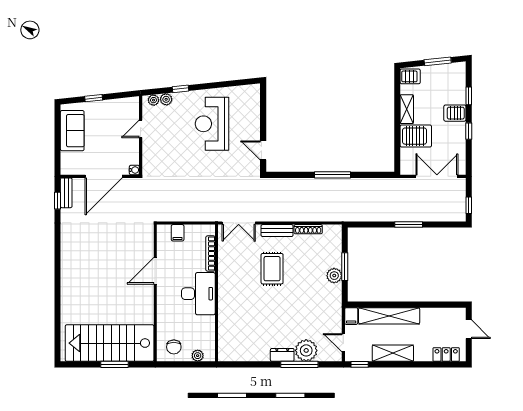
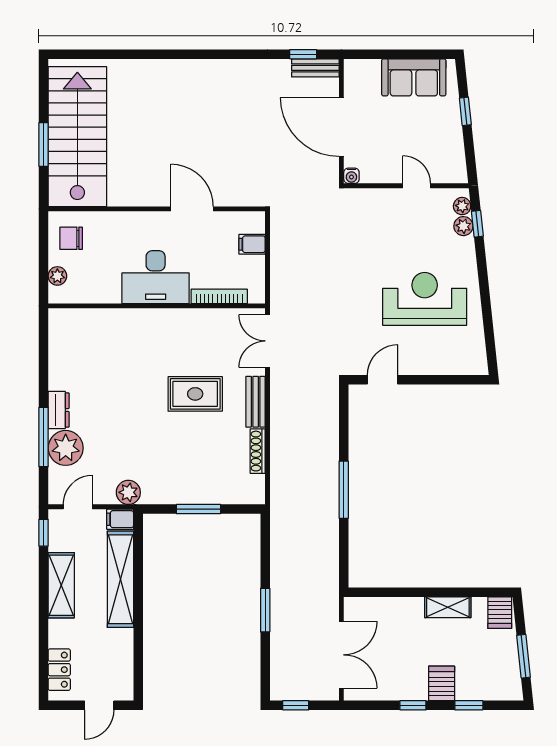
window: (181, 89) -> (477, 224), moved
server rack: (416, 136) -> (405, 622), removed
plant: (334, 276) -> (128, 492), moved

